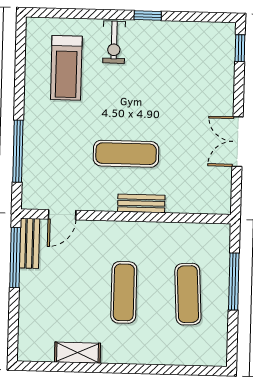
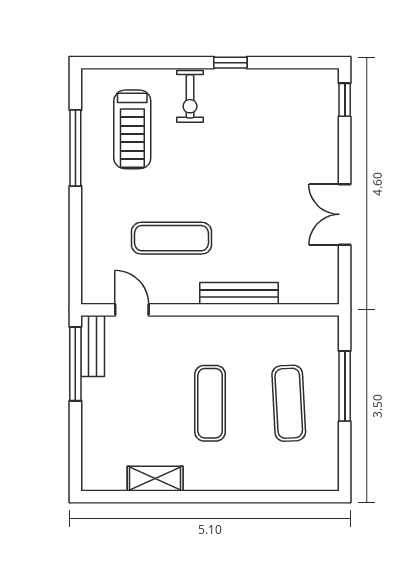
window: (18, 151) -> (75, 148), moved
exercise mat: (126, 154) -> (171, 238), moved
bench: (141, 203) -> (239, 293), width x1.36
door: (62, 215) -> (132, 310), swing flipped

